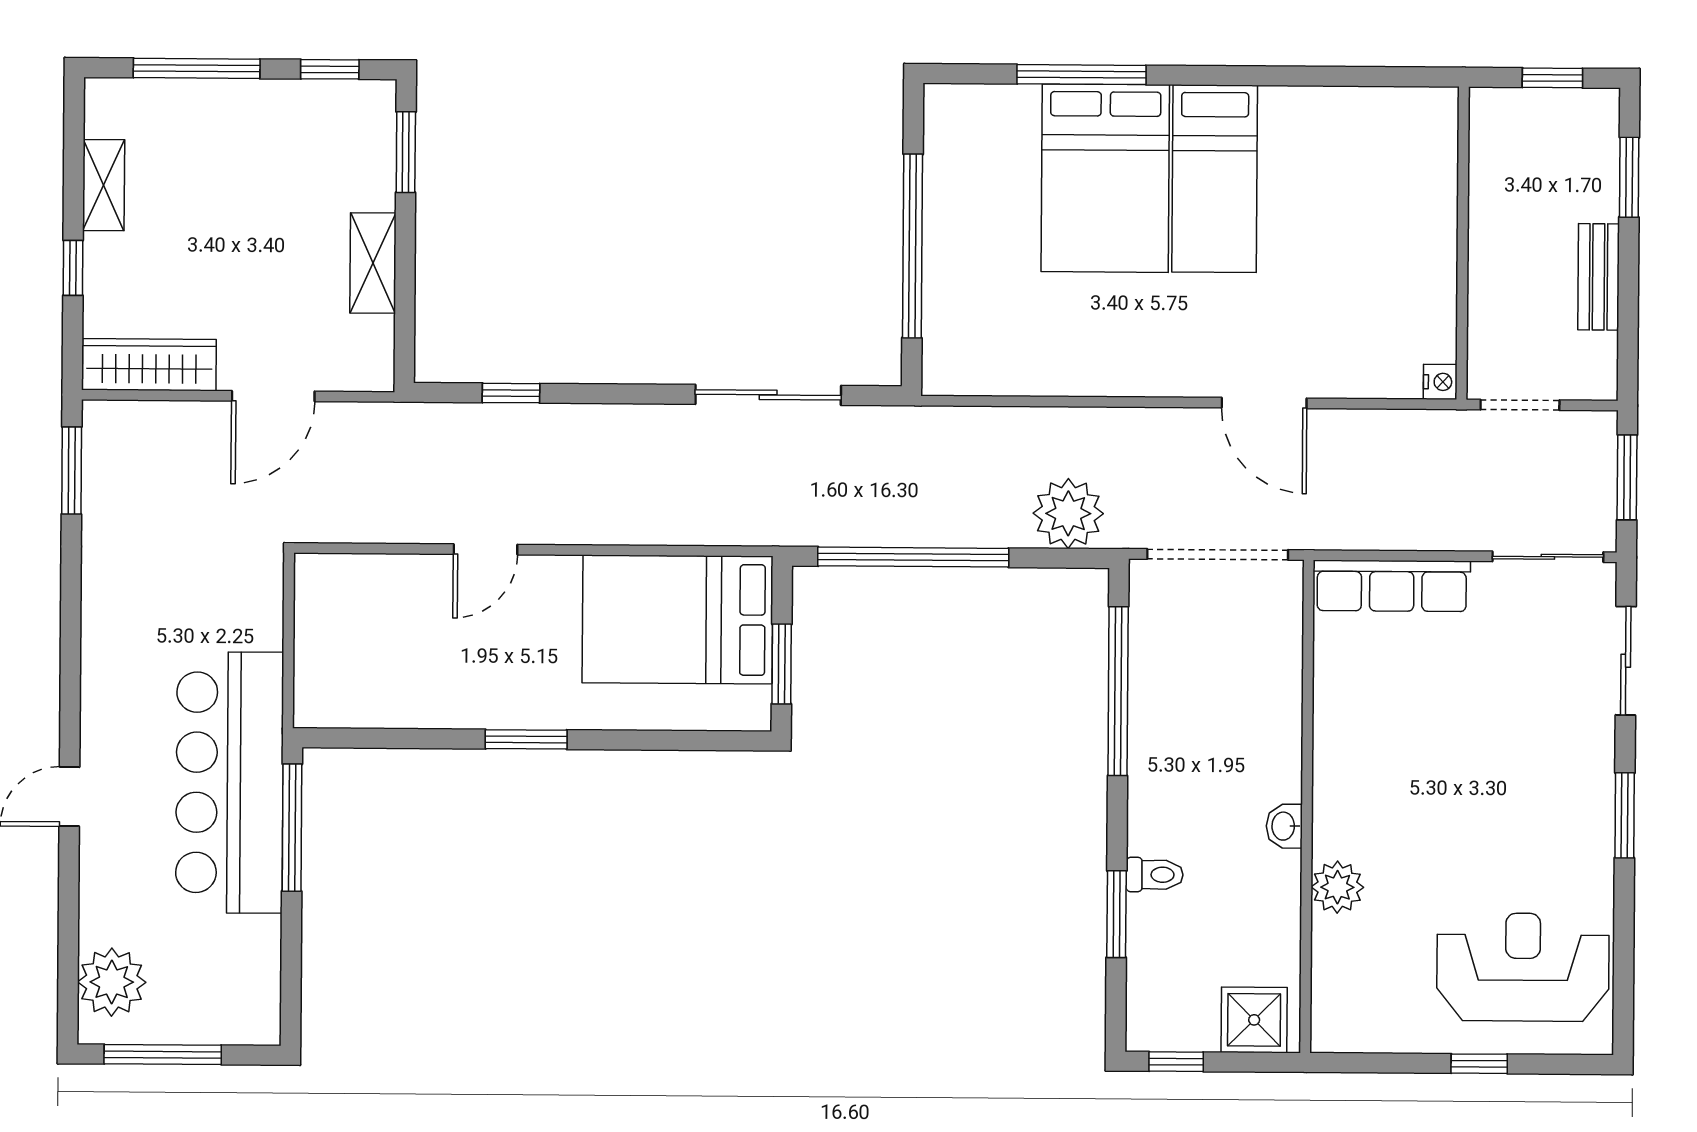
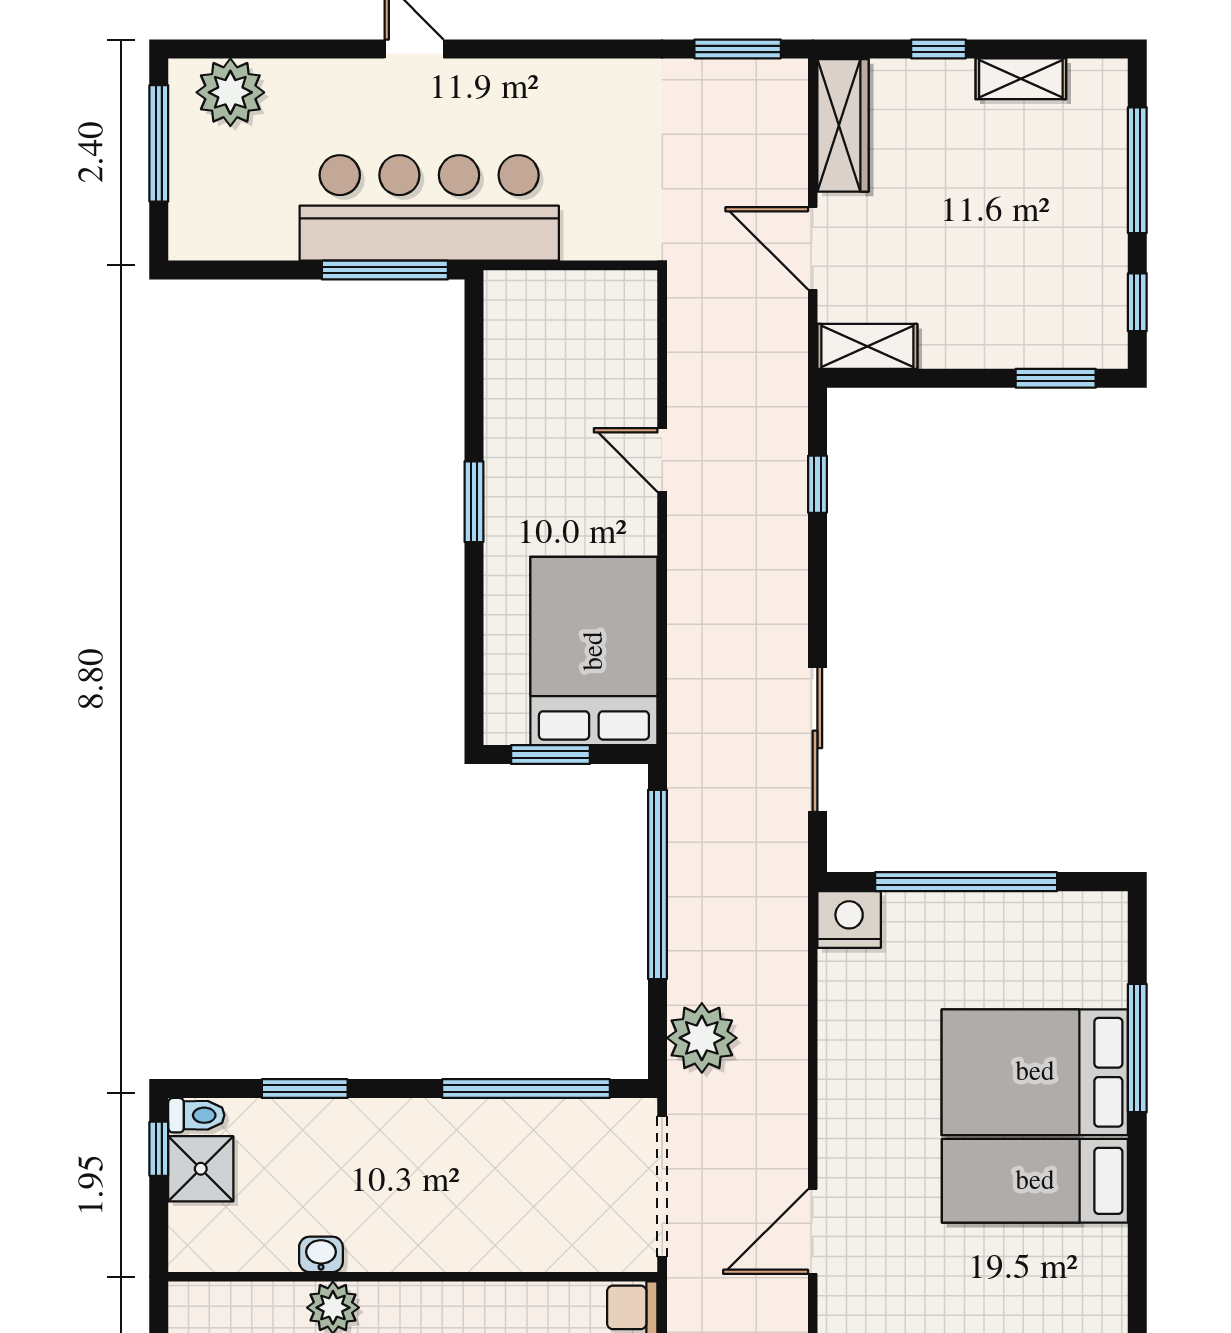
shelving: (373, 263) -> (867, 346), moved
nightstand: (950, 364) -> (849, 919), added
washbasin: (1284, 826) -> (321, 1254), moved
toilet: (1155, 875) -> (196, 1115), moved, turned -90
shower: (1254, 1020) -> (201, 1169), moved

